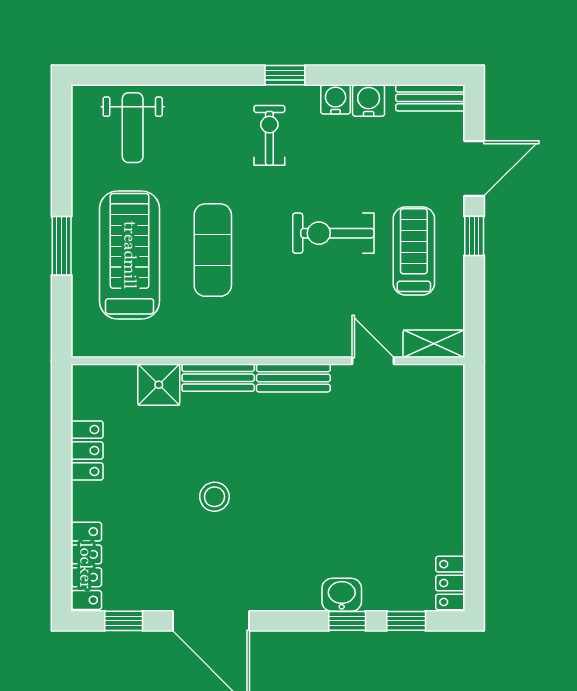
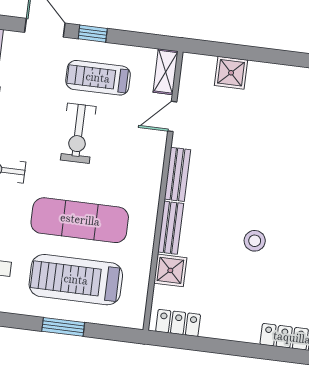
exercise mat: (213, 250) -> (80, 220), width x1.36, depth x1.45
shower: (444, 435) -> (231, 73), added
locker: (87, 451) -> (178, 323), moved

